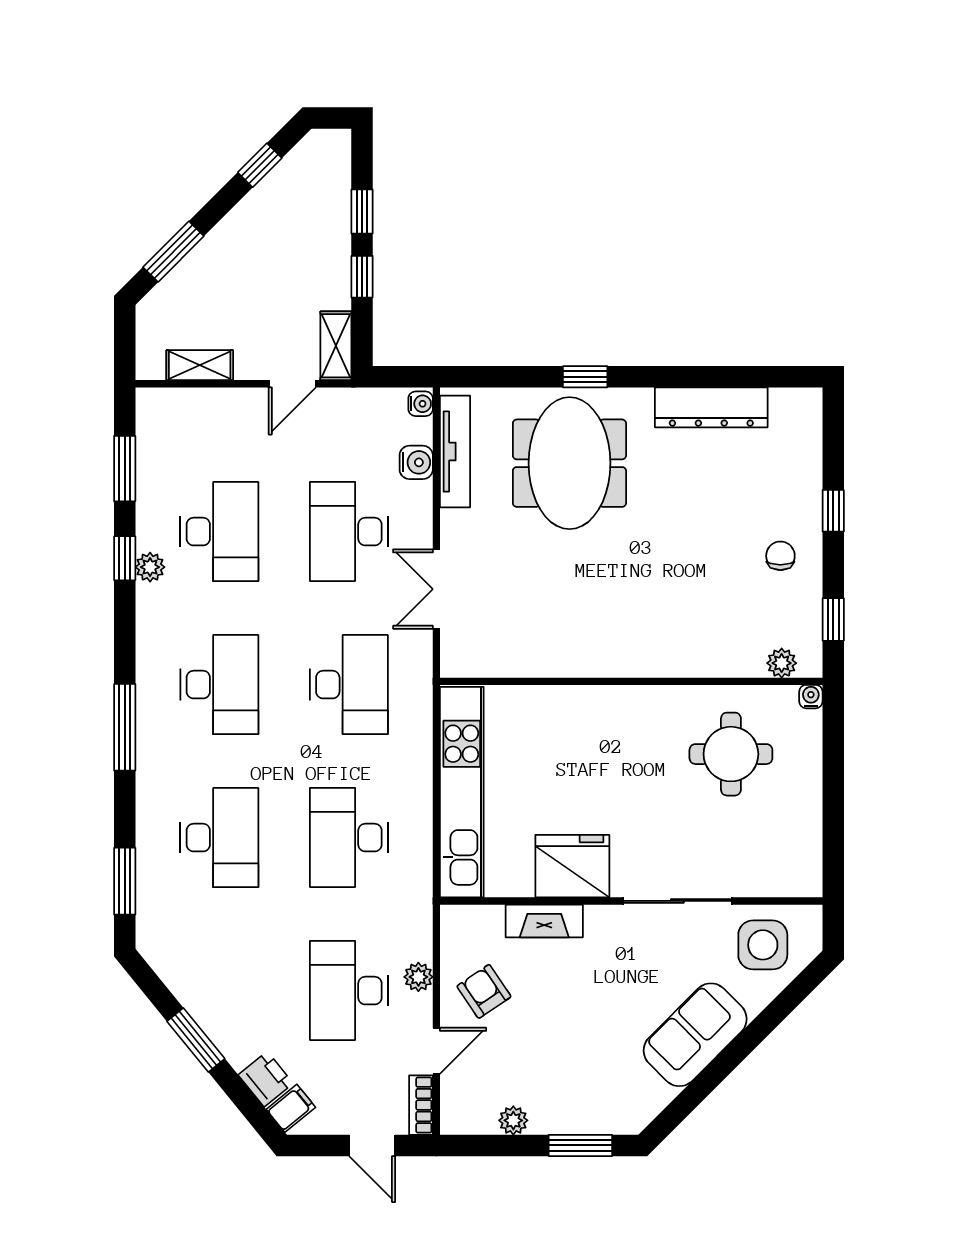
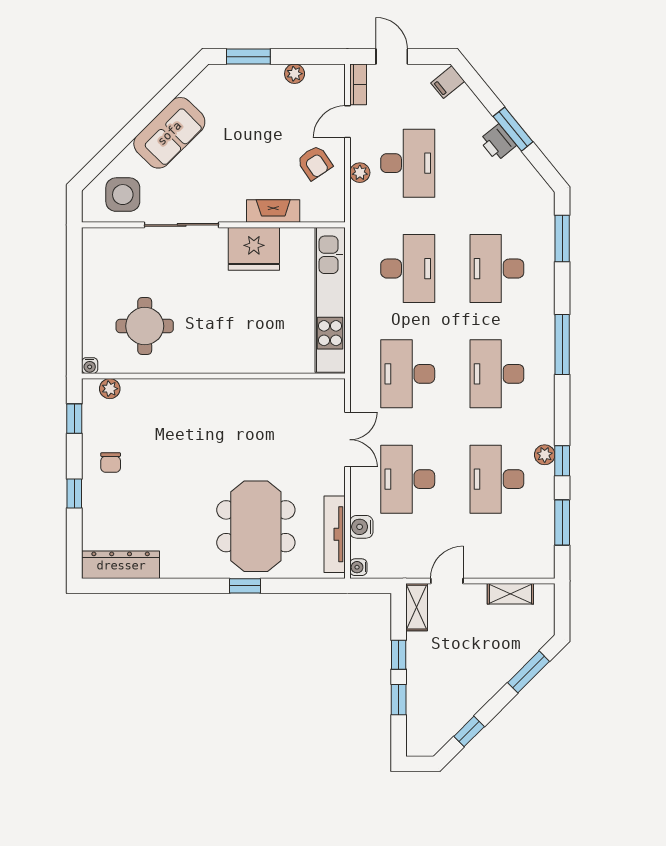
dresser: (711, 407) -> (121, 565), moved
desk: (349, 532) -> (408, 479), turned 180
printer: (266, 1079) -> (498, 143), moved

